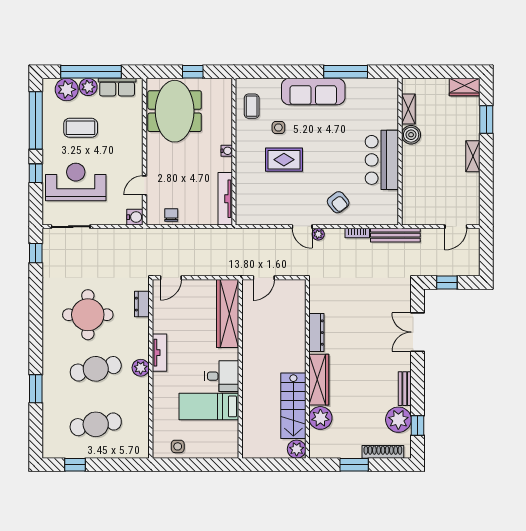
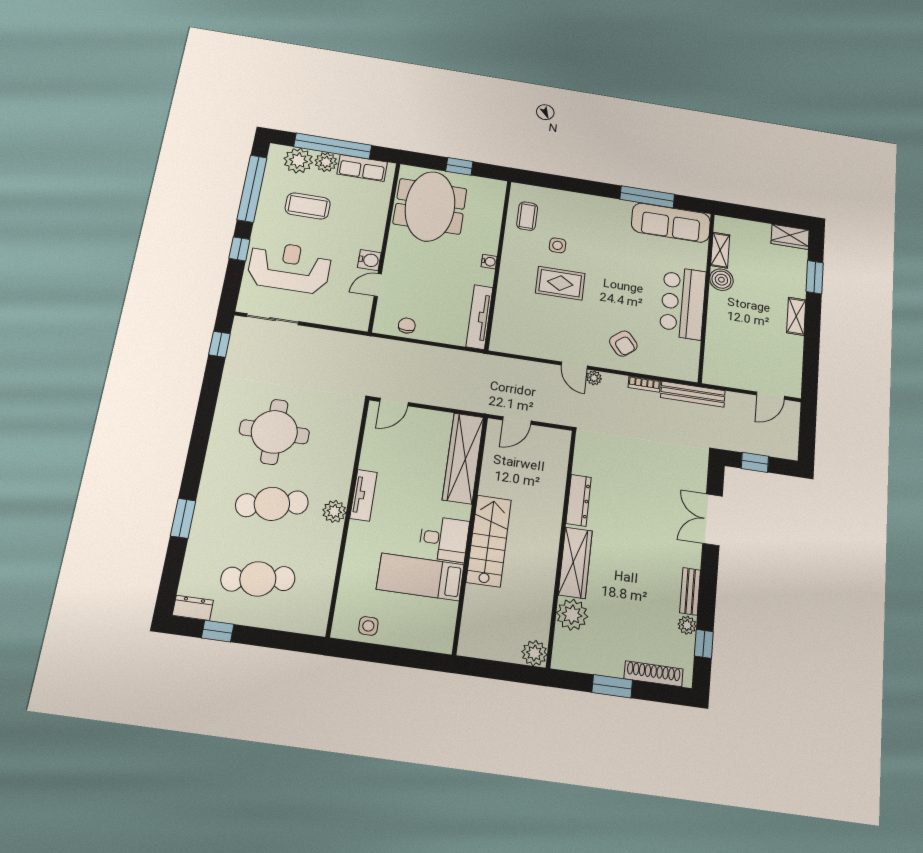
sofa: (313, 92) -> (671, 223), moved
water cooler: (135, 217) -> (369, 260), moved
dresser: (142, 304) -> (193, 608), moved, turned 90
stairs: (293, 406) -> (489, 541), moved, turned 180
plant: (398, 420) -> (687, 625), width x0.53, depth x0.53

